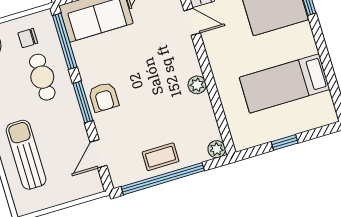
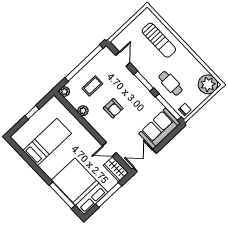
chair: (28, 38) -> (185, 110), moved
plant: (197, 85) -> (83, 111), moved
armchair: (104, 97) -> (113, 108), moved, turned 180
coffee table: (161, 157) -> (92, 86), moved

